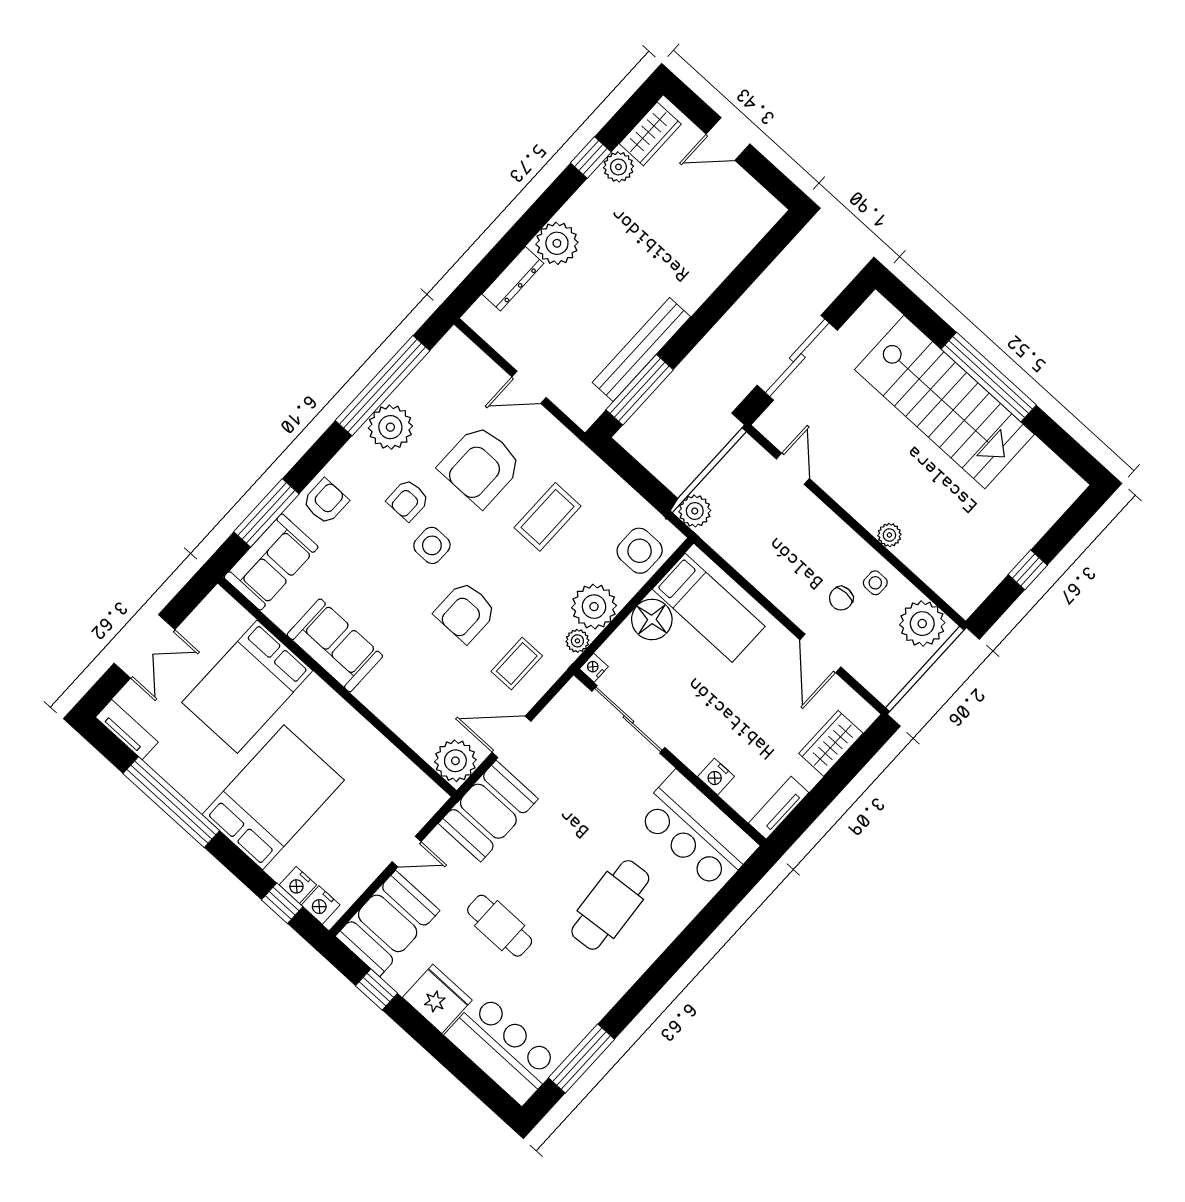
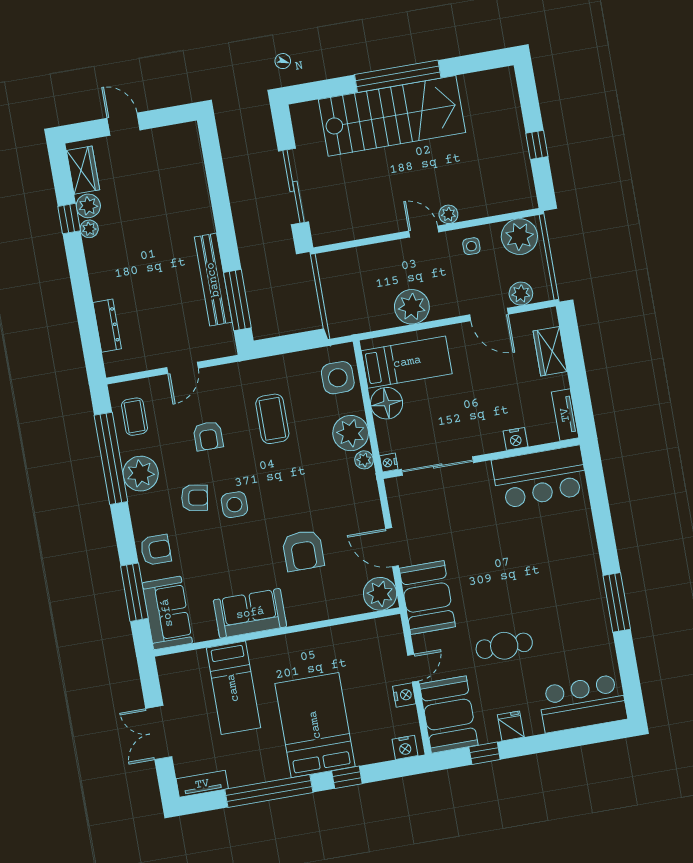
door: (728, 139) -> (124, 124), swing flipped
plant: (557, 243) -> (89, 229), moved, width x0.53, depth x0.53
armchair: (480, 466) -> (208, 436), width x0.53, depth x0.53
door: (793, 469) -> (424, 232), moved
armchair: (408, 500) -> (195, 498), turned -81
armchair: (326, 502) -> (156, 550), turned 90
plant: (695, 511) -> (412, 307), moved, width x1.36, depth x1.36
chair: (841, 598) -> (465, 275), removed
armchair: (465, 612) -> (303, 550), moved
double door: (144, 646) -> (159, 733), swing flipped
coffee table: (517, 664) -> (135, 417), moved
plant: (866, 669) -> (521, 294), added
bed: (247, 687) -> (233, 688), width x0.67
door: (511, 737) -> (392, 547), hinge flipped
nightstand: (298, 885) -> (404, 695), moved, turned -90
window: (282, 903) -> (347, 777), moved
cafe table: (610, 905) -> (545, 567), removed
fridge: (437, 999) -> (511, 726), width x0.53, depth x0.75
window: (582, 1059) -> (617, 602), moved

